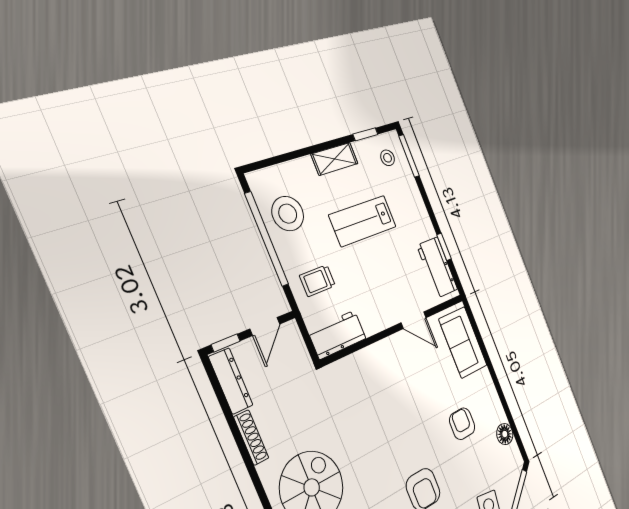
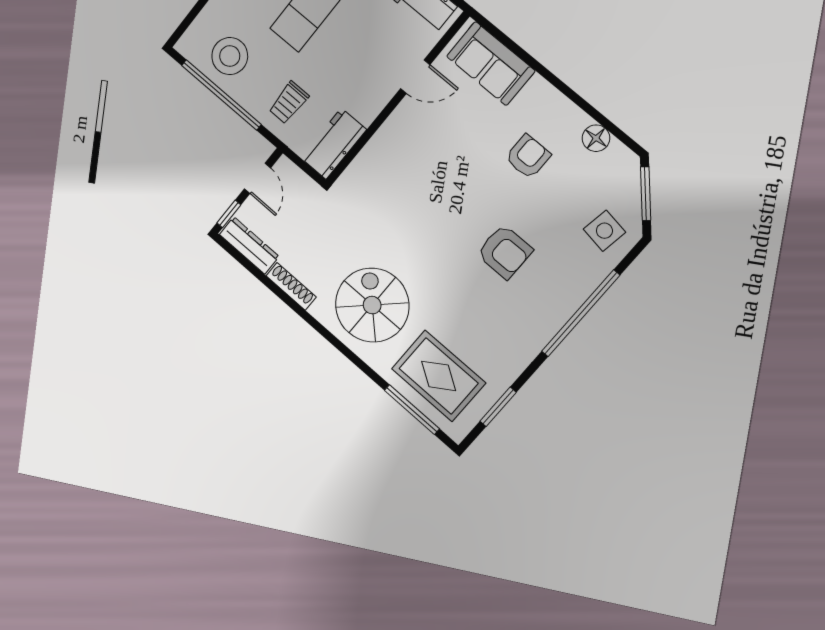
armchair: (462, 424) -> (528, 157), turned 90

